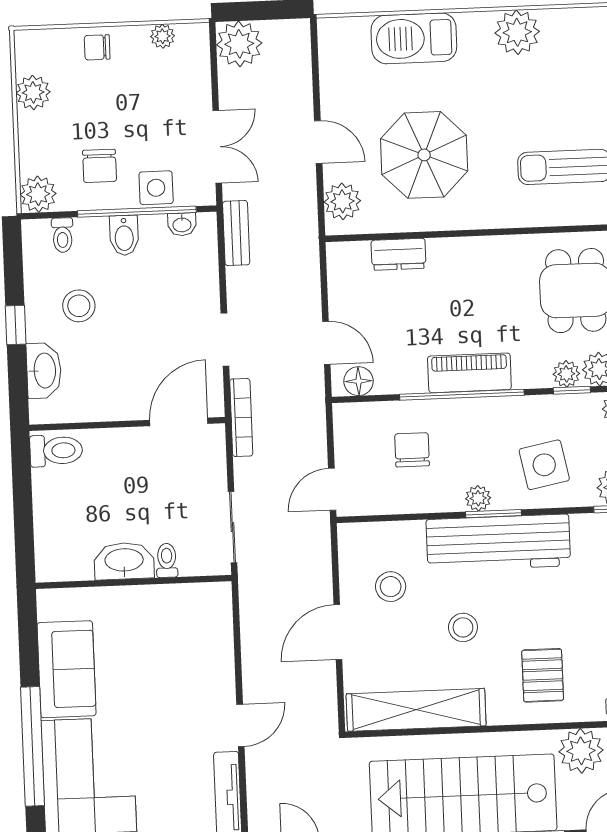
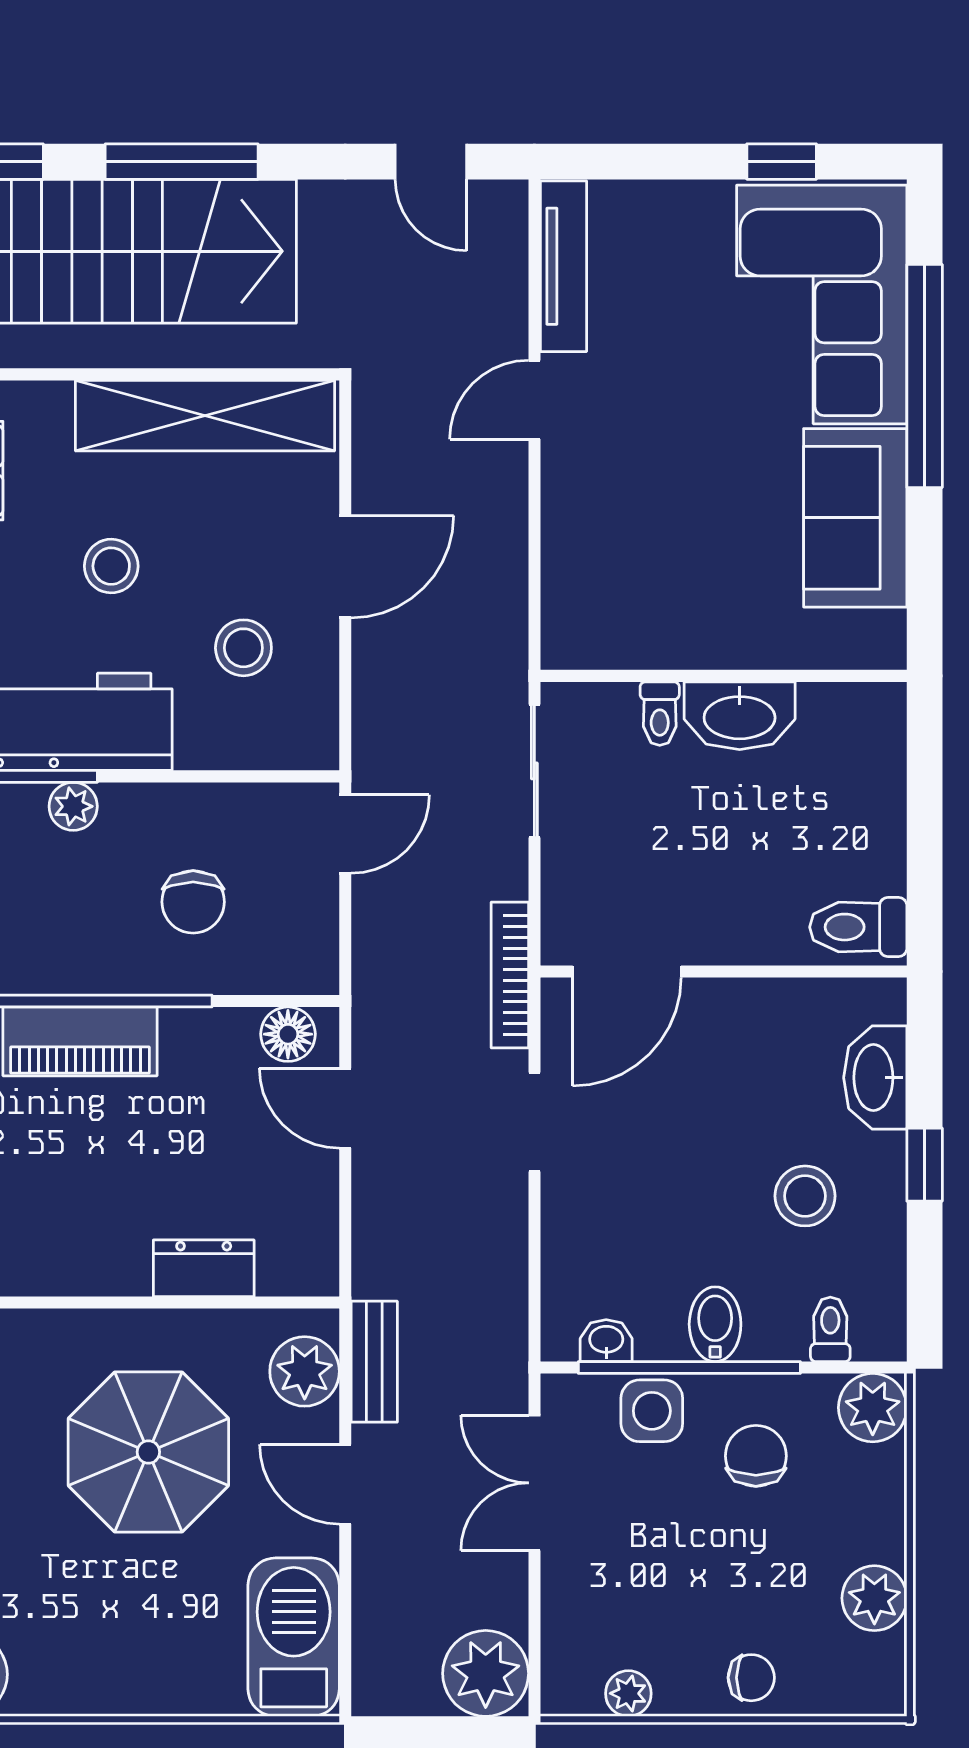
barbecue: (414, 38) -> (294, 1637), moved, turned -90
bench: (236, 233) -> (374, 1362), moved

